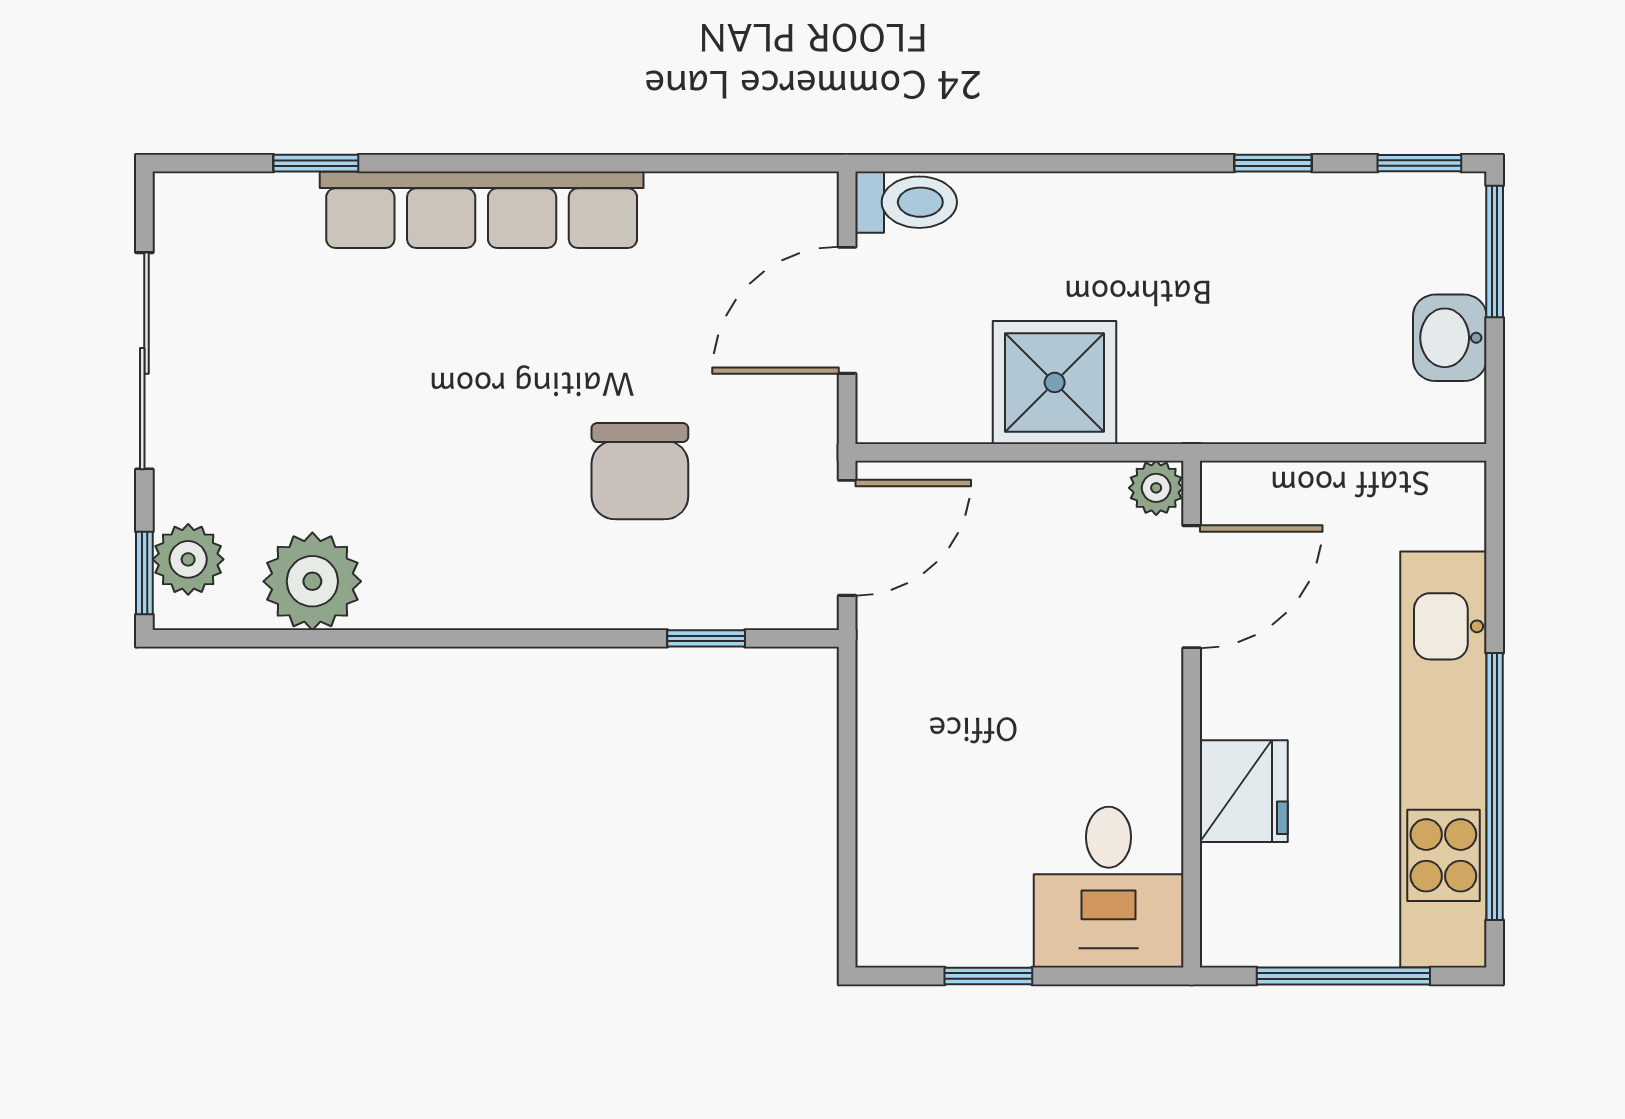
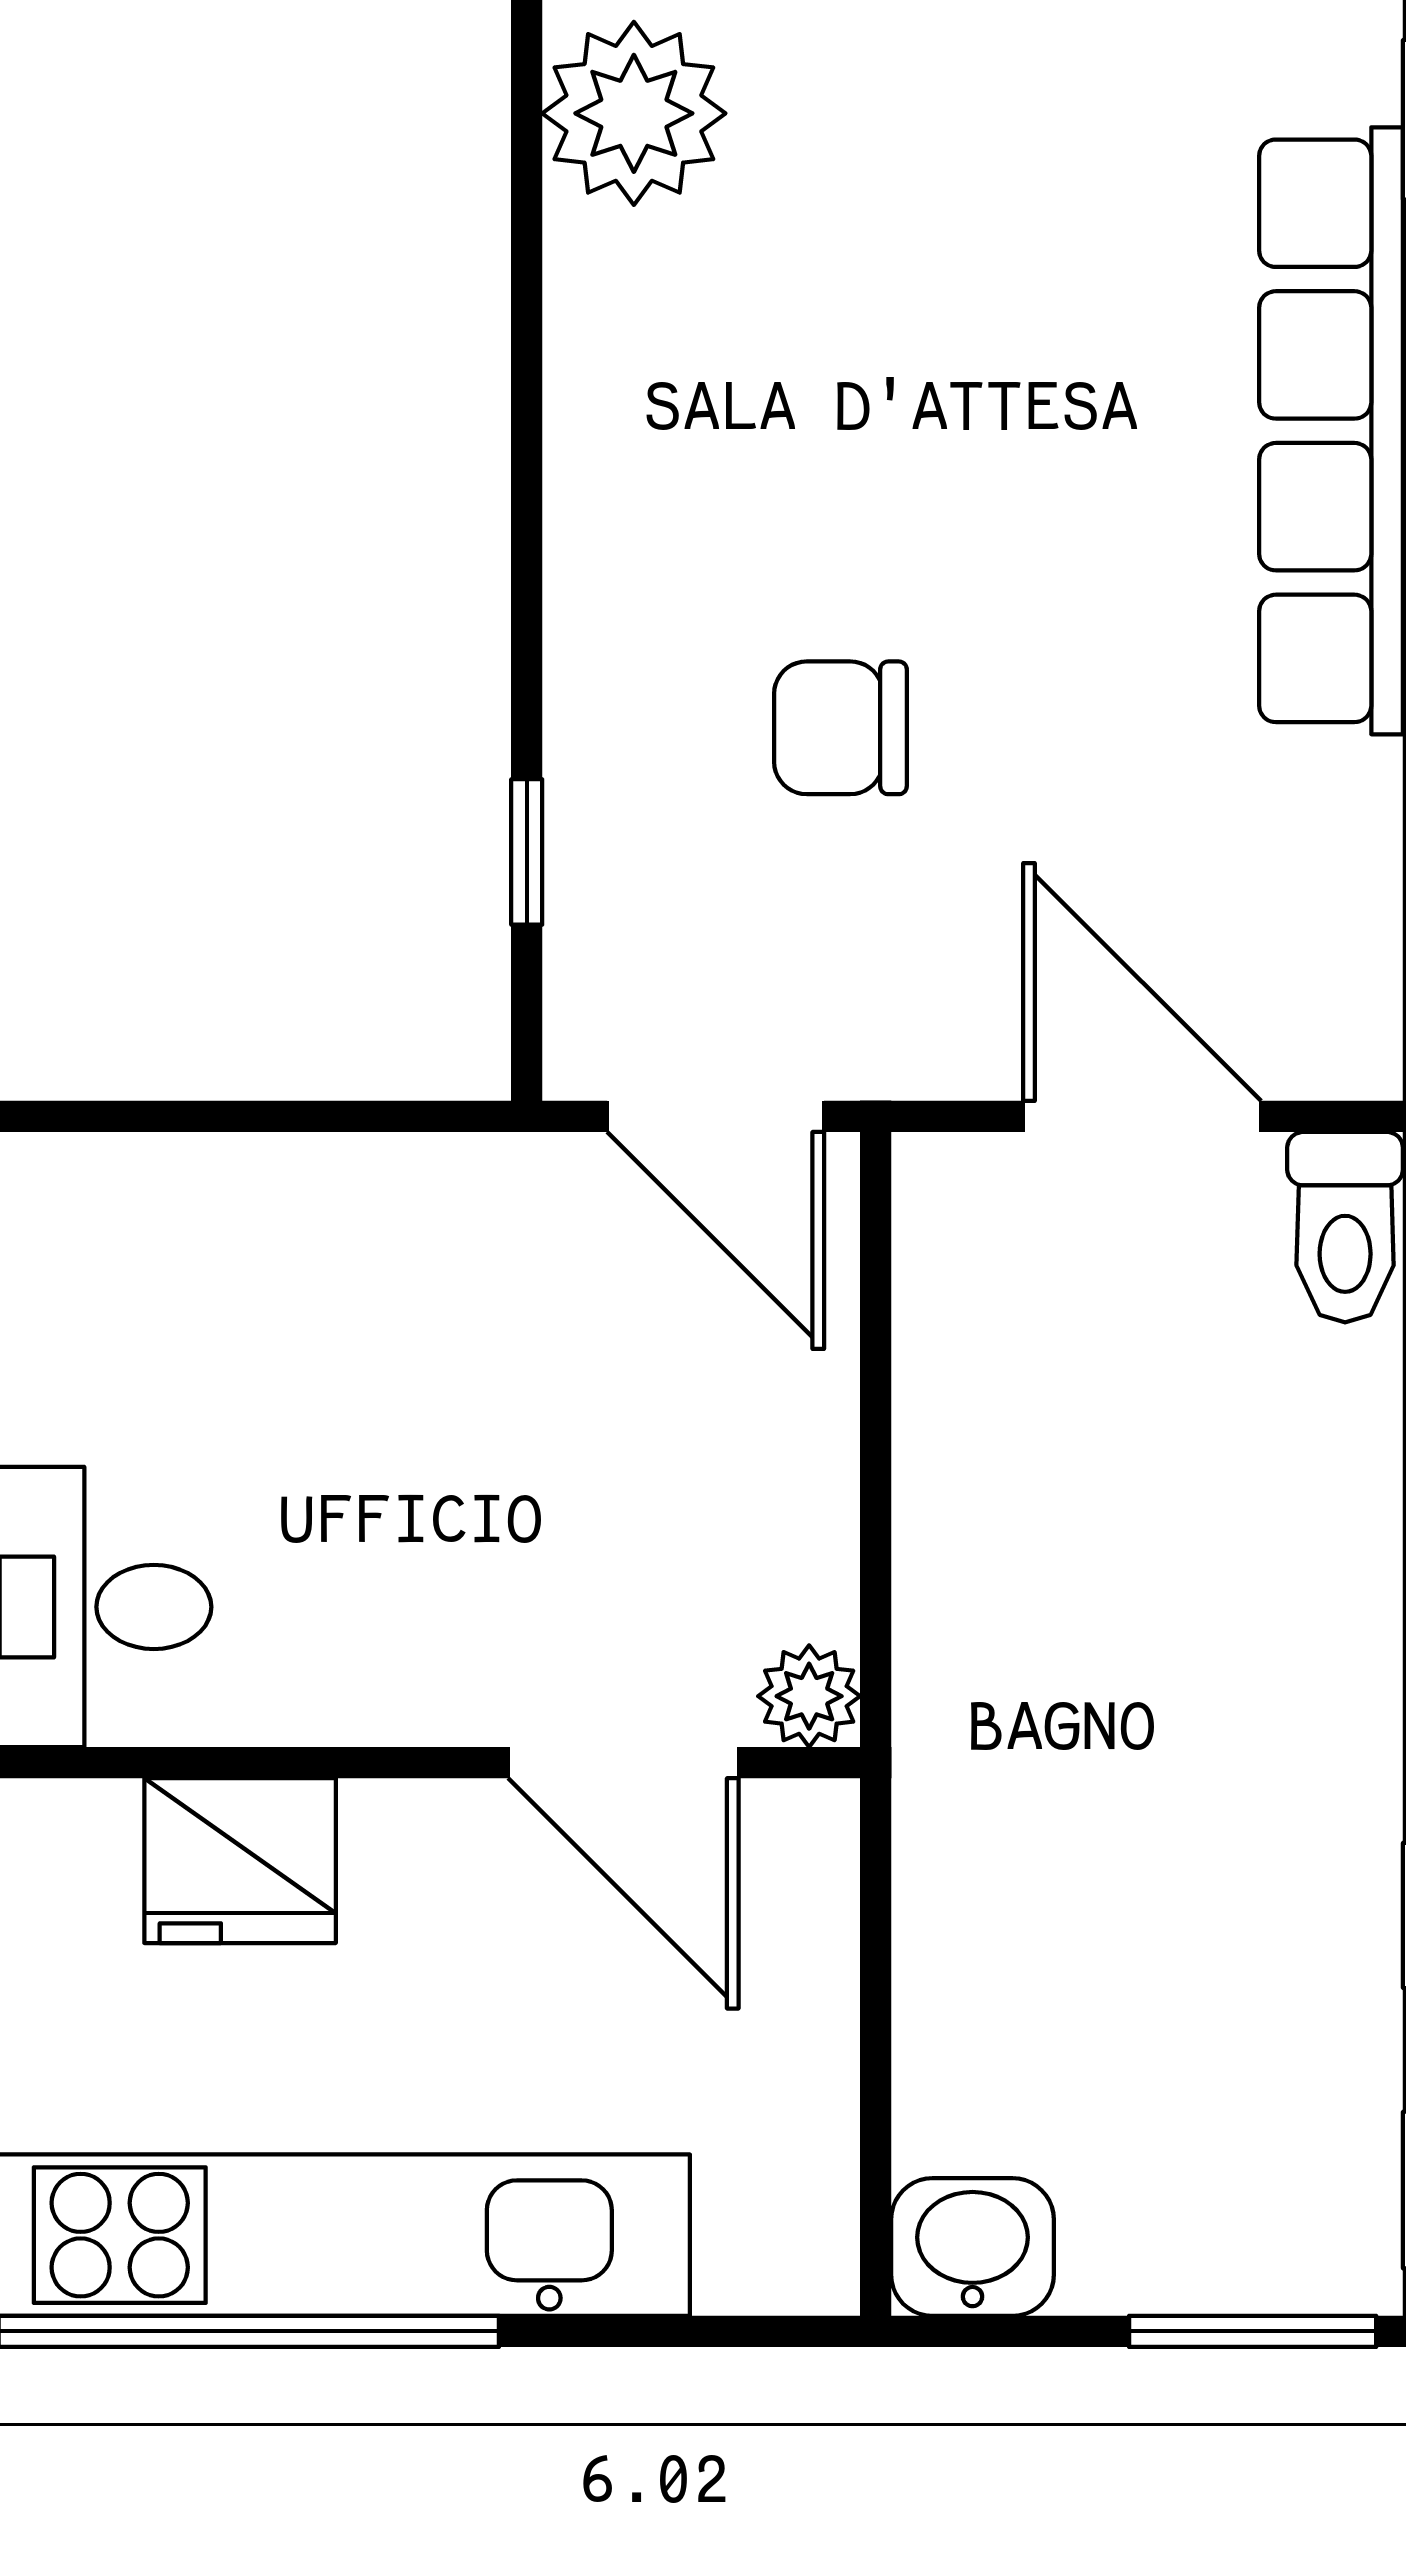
washbasin: (1450, 338) -> (972, 2247), moved
shower: (1055, 382) -> (1007, 1506), removed
chair: (640, 471) -> (840, 728), width x0.73, depth x0.73

